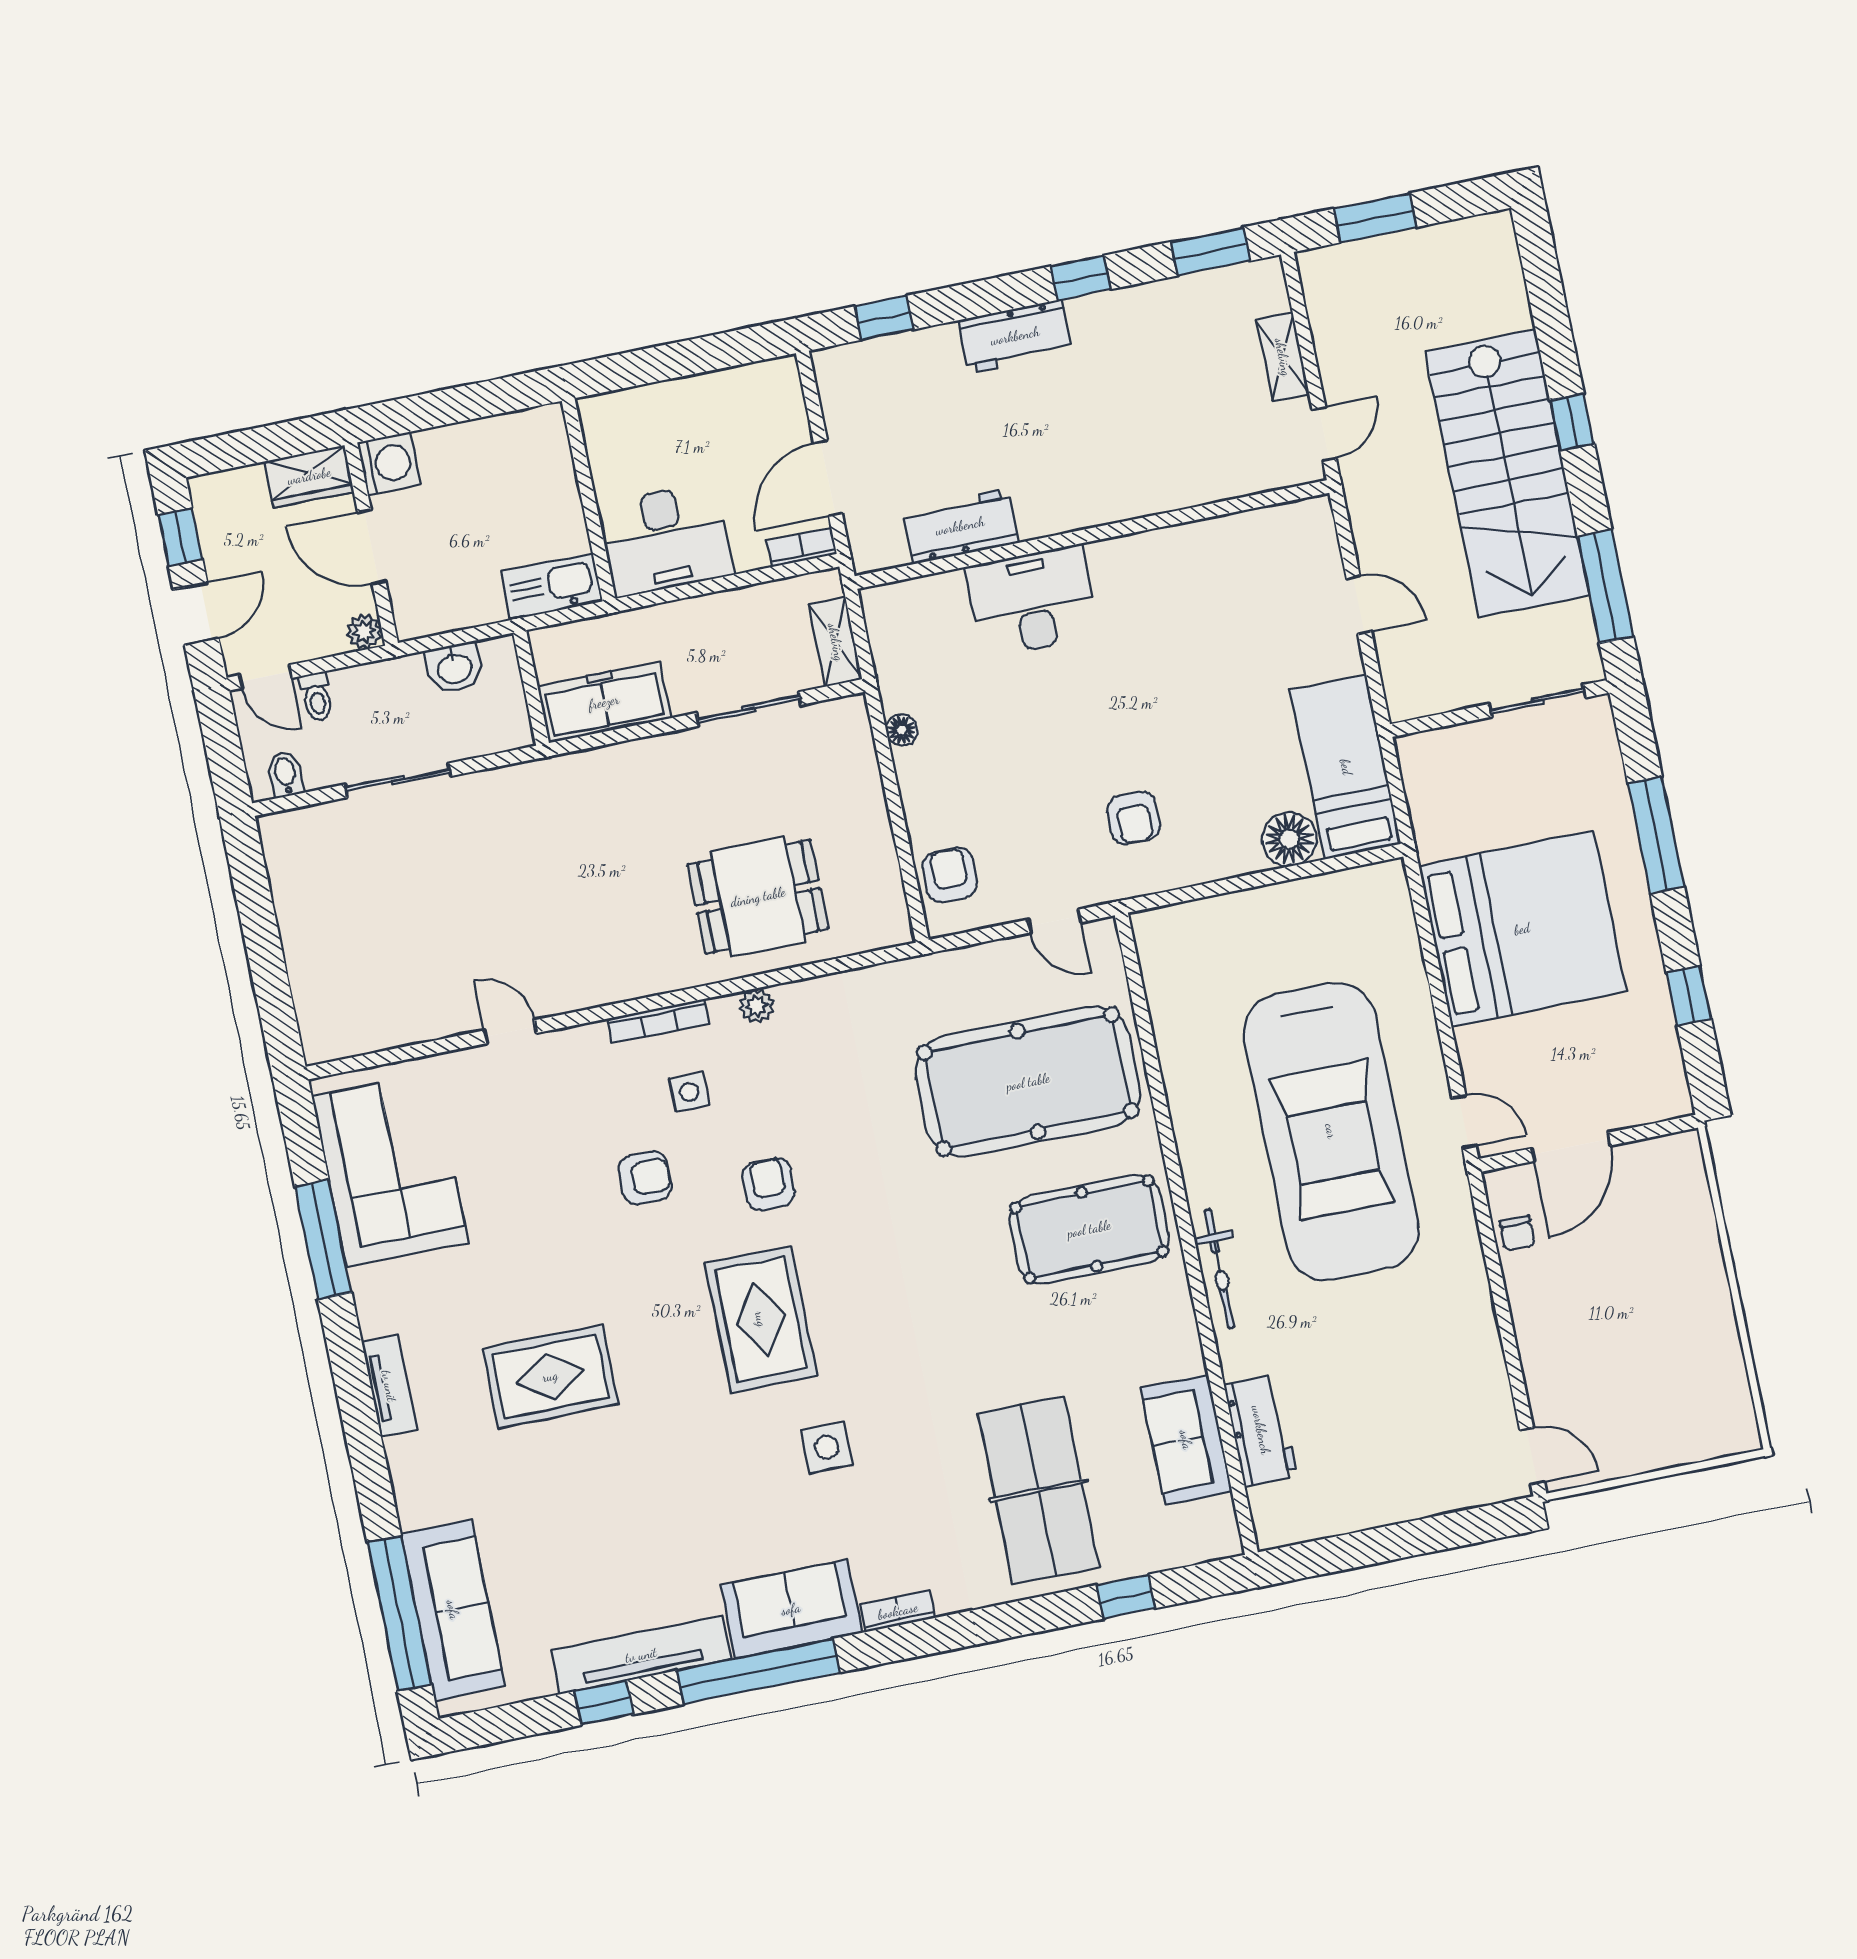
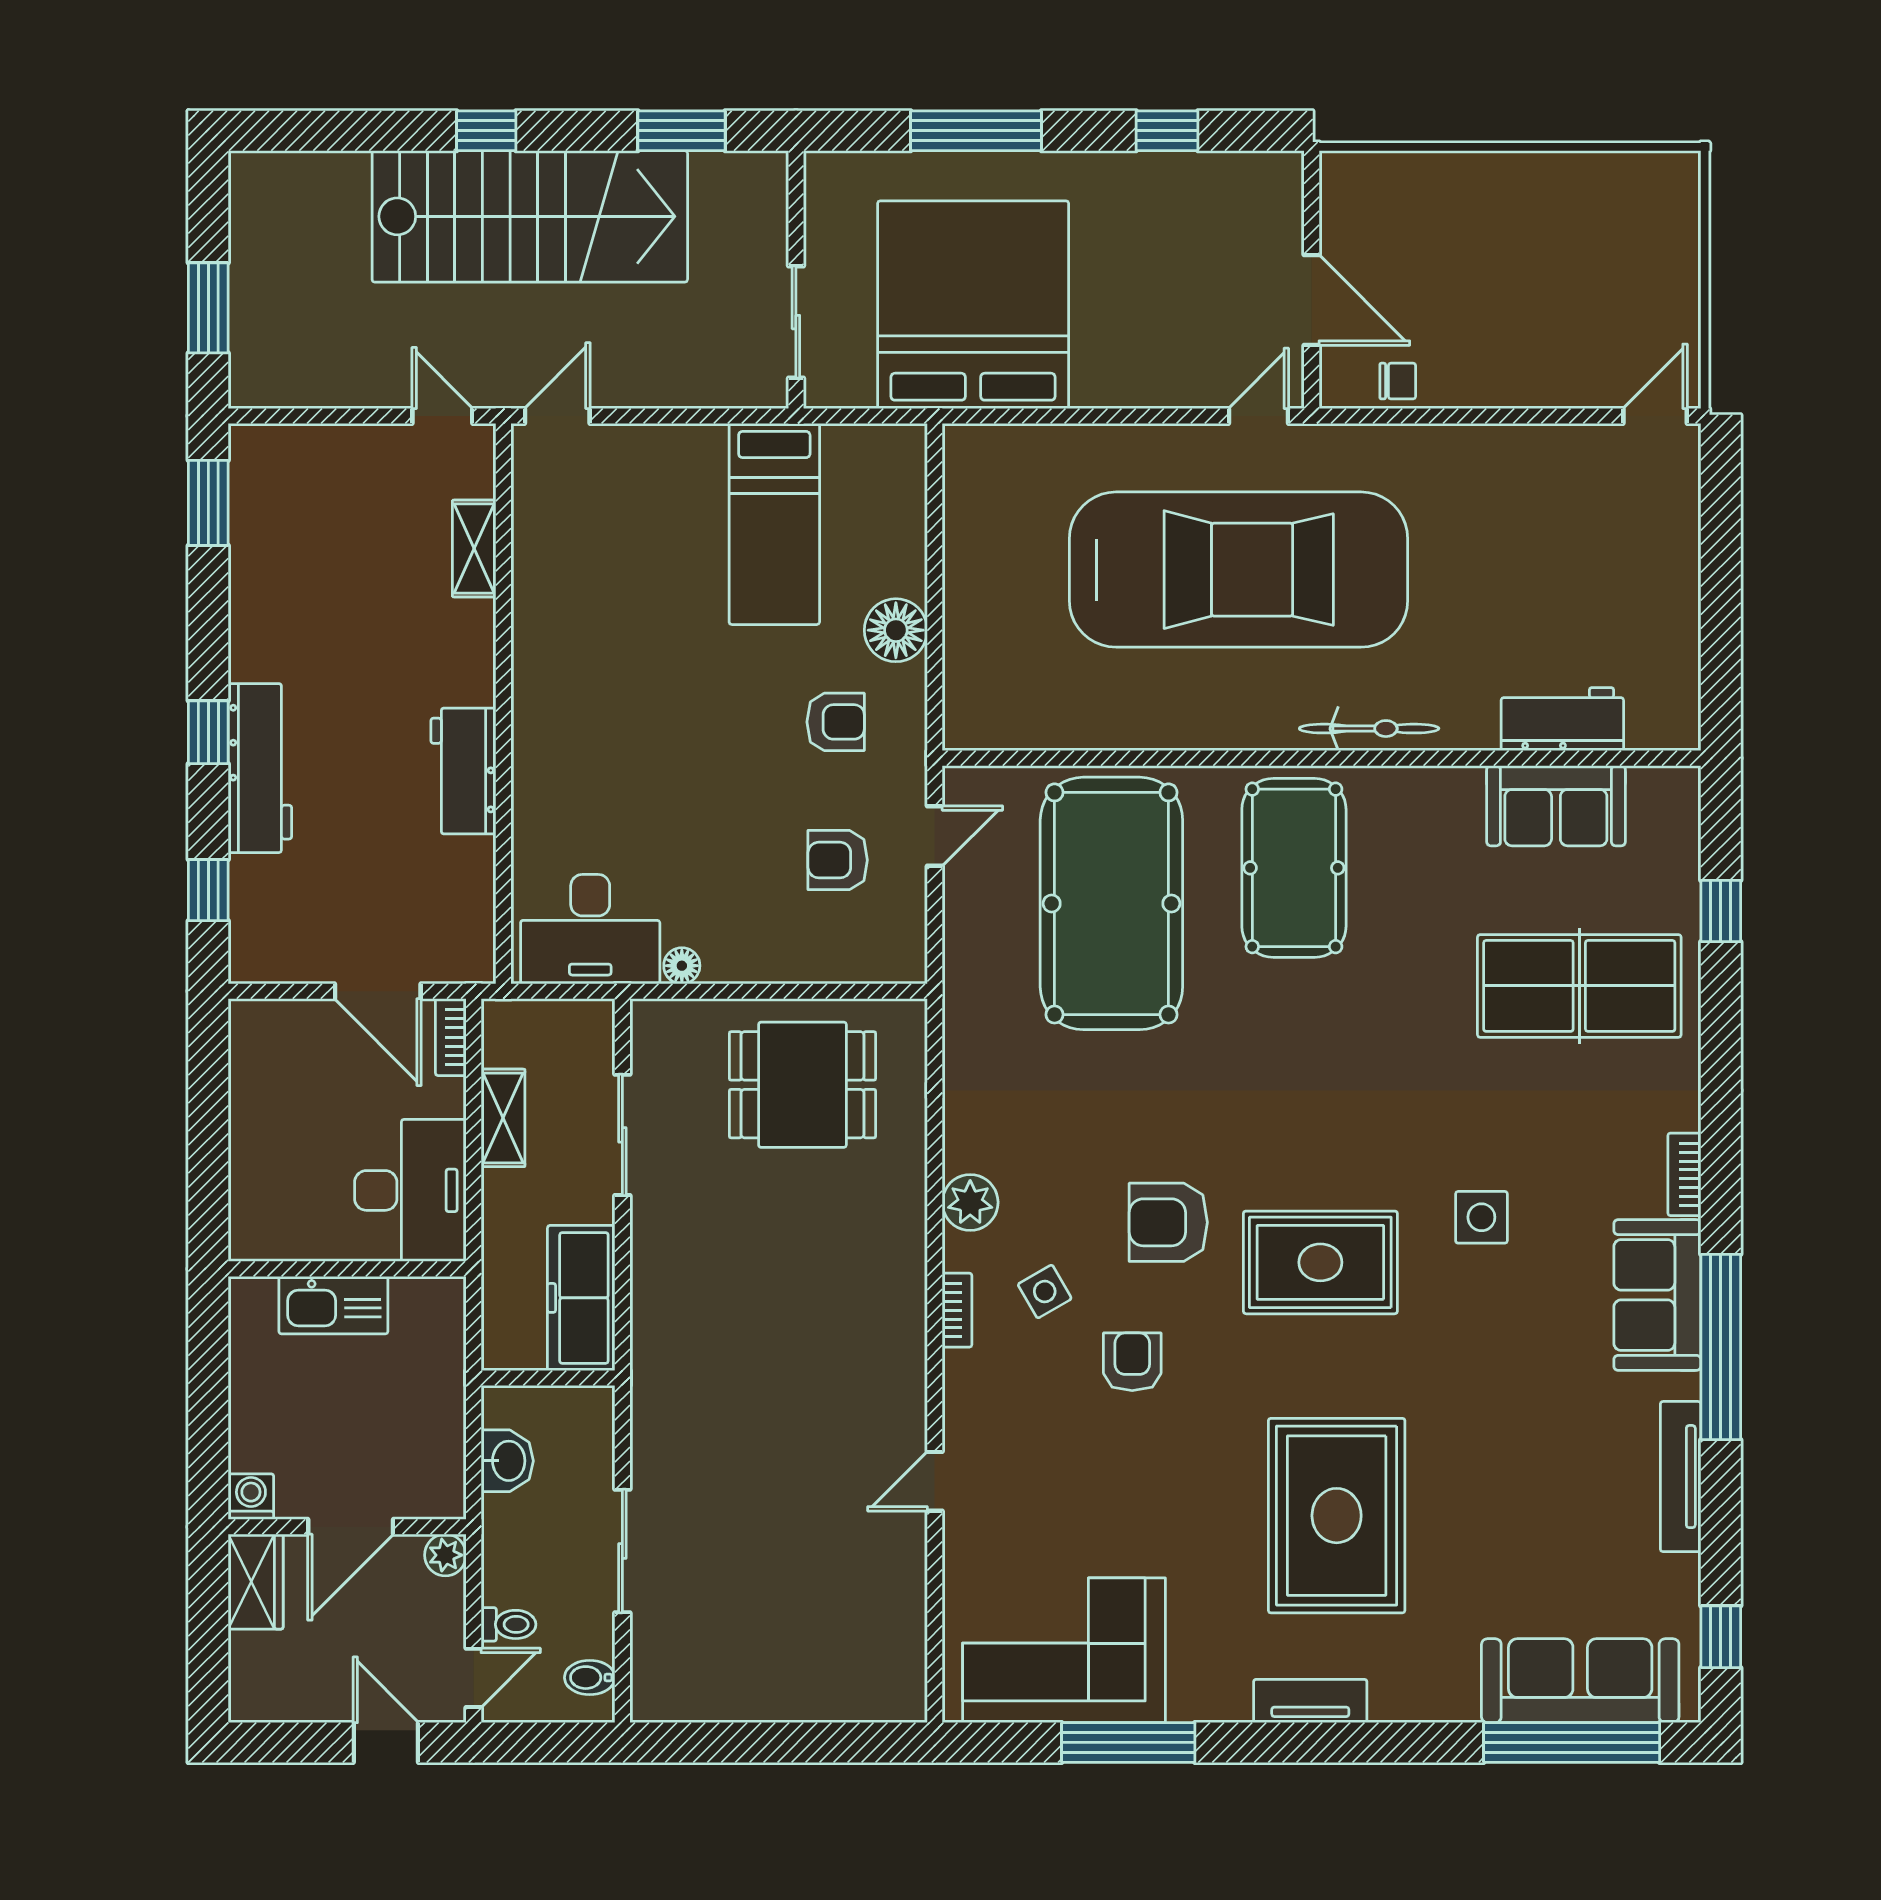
window: (1081, 278) -> (208, 732), moved
workbench: (1015, 336) -> (260, 768), width x1.38
shelving: (1283, 357) -> (474, 548), moved, turned 90
washing machine: (389, 464) -> (251, 1497), width x0.73, depth x0.73
workbench: (960, 526) -> (463, 771), moved
window: (180, 537) -> (295, 1742), removed
window: (1605, 586) -> (681, 131), width x0.69
kitchen sink: (552, 587) -> (333, 1305), moved, turned -90
desk: (1032, 601) -> (590, 929), moved, turned -90
door: (1359, 605) -> (557, 416), moved
shelving: (836, 642) -> (503, 1118), moved, turned 90
sliding door: (1537, 701) -> (796, 322), moved
bed: (1346, 767) -> (774, 524), moved, turned -90
floor lamp: (1289, 839) -> (896, 630), moved
armchair: (950, 875) -> (838, 860), moved
dining table: (758, 897) -> (802, 1085), moved, turned 90
bed: (1522, 929) -> (973, 305), moved
plant: (757, 1006) -> (970, 1202), width x1.38, depth x1.38
bookcase: (658, 1021) -> (957, 1310), width x0.64
side table: (689, 1092) -> (1045, 1292), turned -30
armchair: (769, 1184) -> (1168, 1222), width x1.38, depth x1.38
rug: (550, 1376) -> (1337, 1516), width x1.37, depth x1.44
tv unit: (641, 1655) -> (1681, 1477), width x0.73, depth x0.78
window: (604, 1703) -> (1721, 1637), moved

